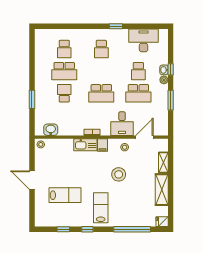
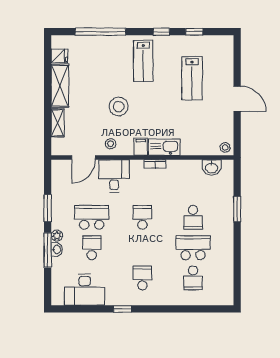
school desk: (64, 49) -> (193, 278), turned 180
window: (171, 69) -> (48, 250), width x2.17
school desk: (101, 93) -> (142, 217), width x0.54
lab bench: (65, 195) -> (192, 78), turned -90
fridge: (162, 222) -> (59, 56), moved

